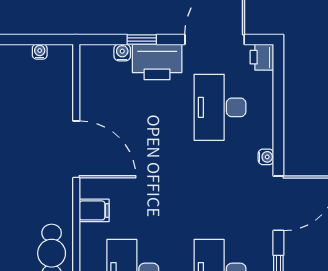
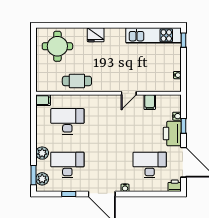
door: (76, 149) -> (129, 93), width x0.53
filing cabinet: (94, 210) -> (150, 102), moved

